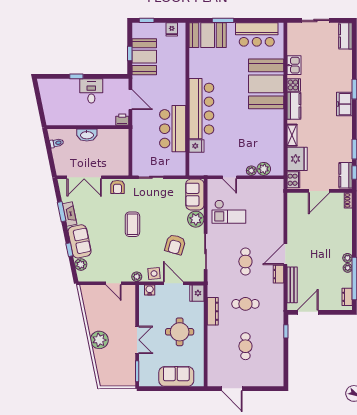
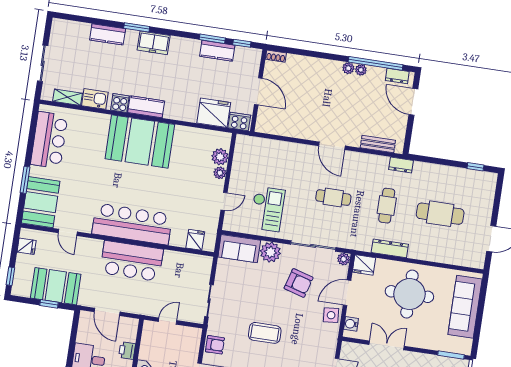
kitchen counter: (345, 36) -> (108, 34), moved
door: (187, 60) -> (68, 232), added
booth: (266, 84) -> (140, 142), moved
door: (130, 100) -> (107, 312), swing flipped
printer: (122, 120) -> (127, 351), moved
bar counter: (173, 129) -> (132, 261), moved
shelving: (292, 135) -> (68, 97), moved
fridge: (197, 146) -> (195, 240), moved
door: (130, 147) -> (168, 321), added
kitchen counter: (346, 175) -> (217, 51), moved
dresser: (279, 274) -> (401, 165), moved
plant: (137, 277) -> (344, 259), moved
bench: (292, 285) -> (378, 144), width x0.73
door: (308, 312) -> (413, 102), moved
window: (286, 331) -> (475, 167), moved
round table: (180, 332) -> (409, 294), width x1.36, depth x1.36
double door: (137, 340) -> (387, 345), moved
cafe table: (245, 346) -> (440, 214), width x1.37, depth x1.35
sofa: (176, 376) -> (465, 307), width x1.36

